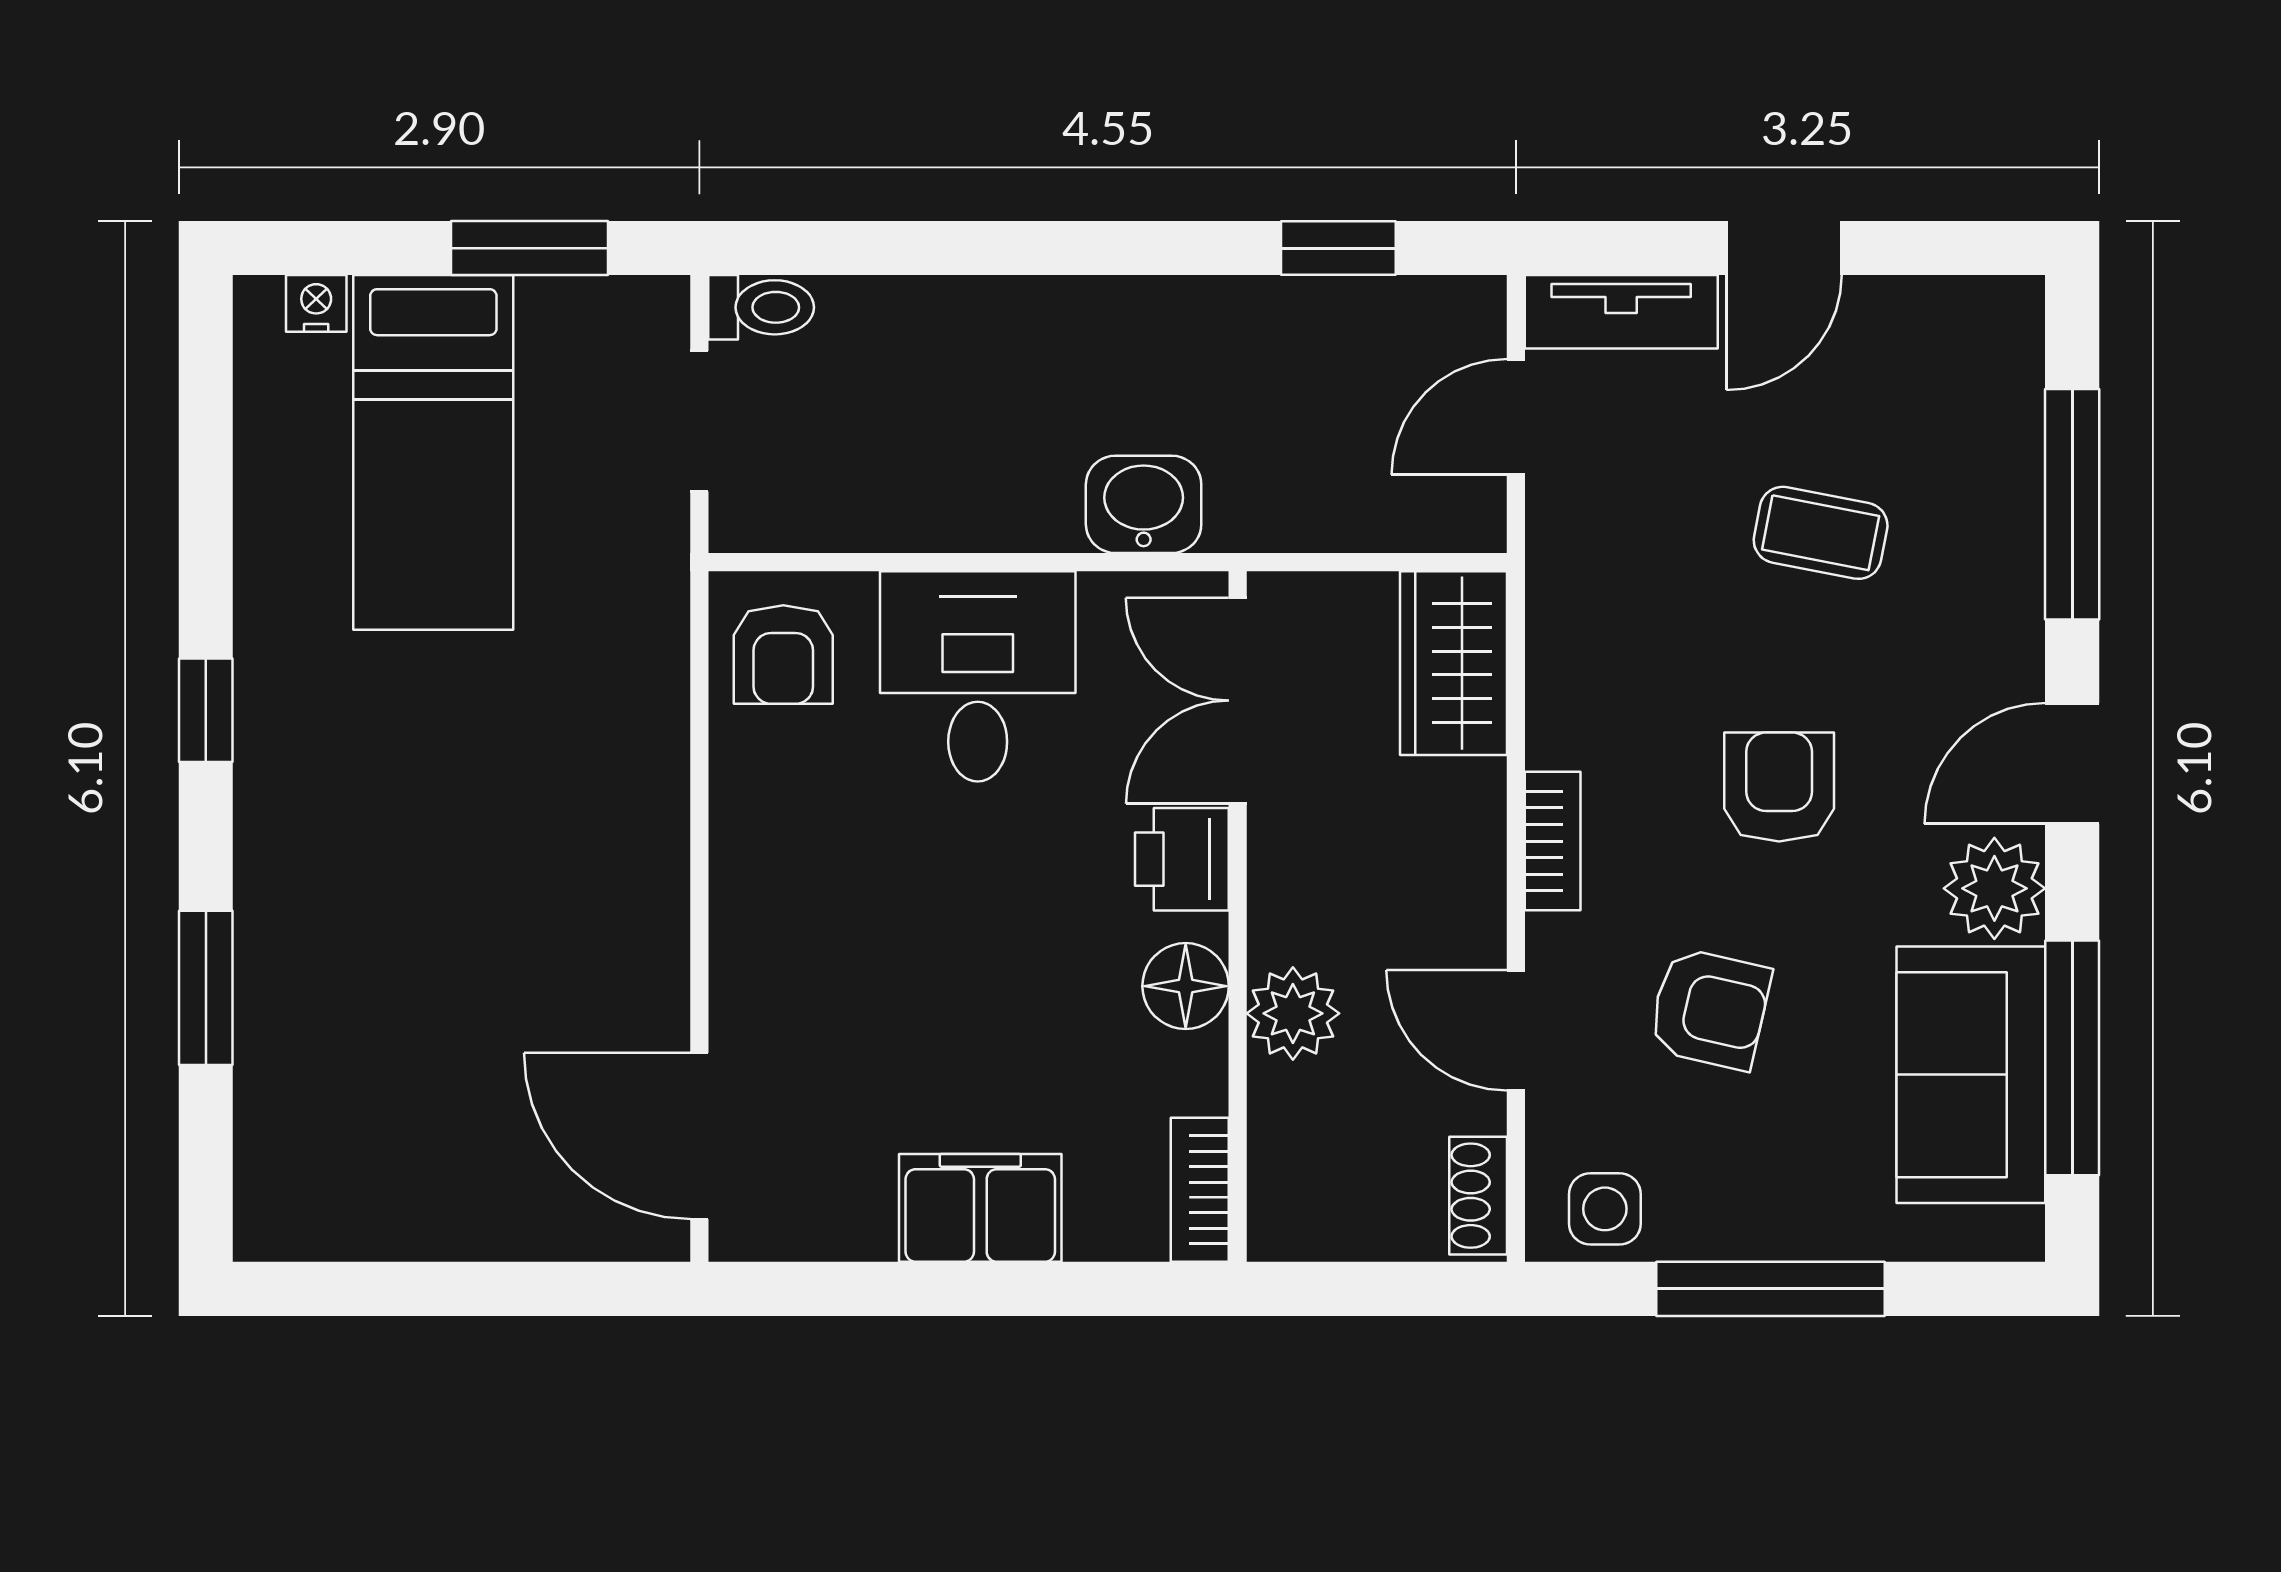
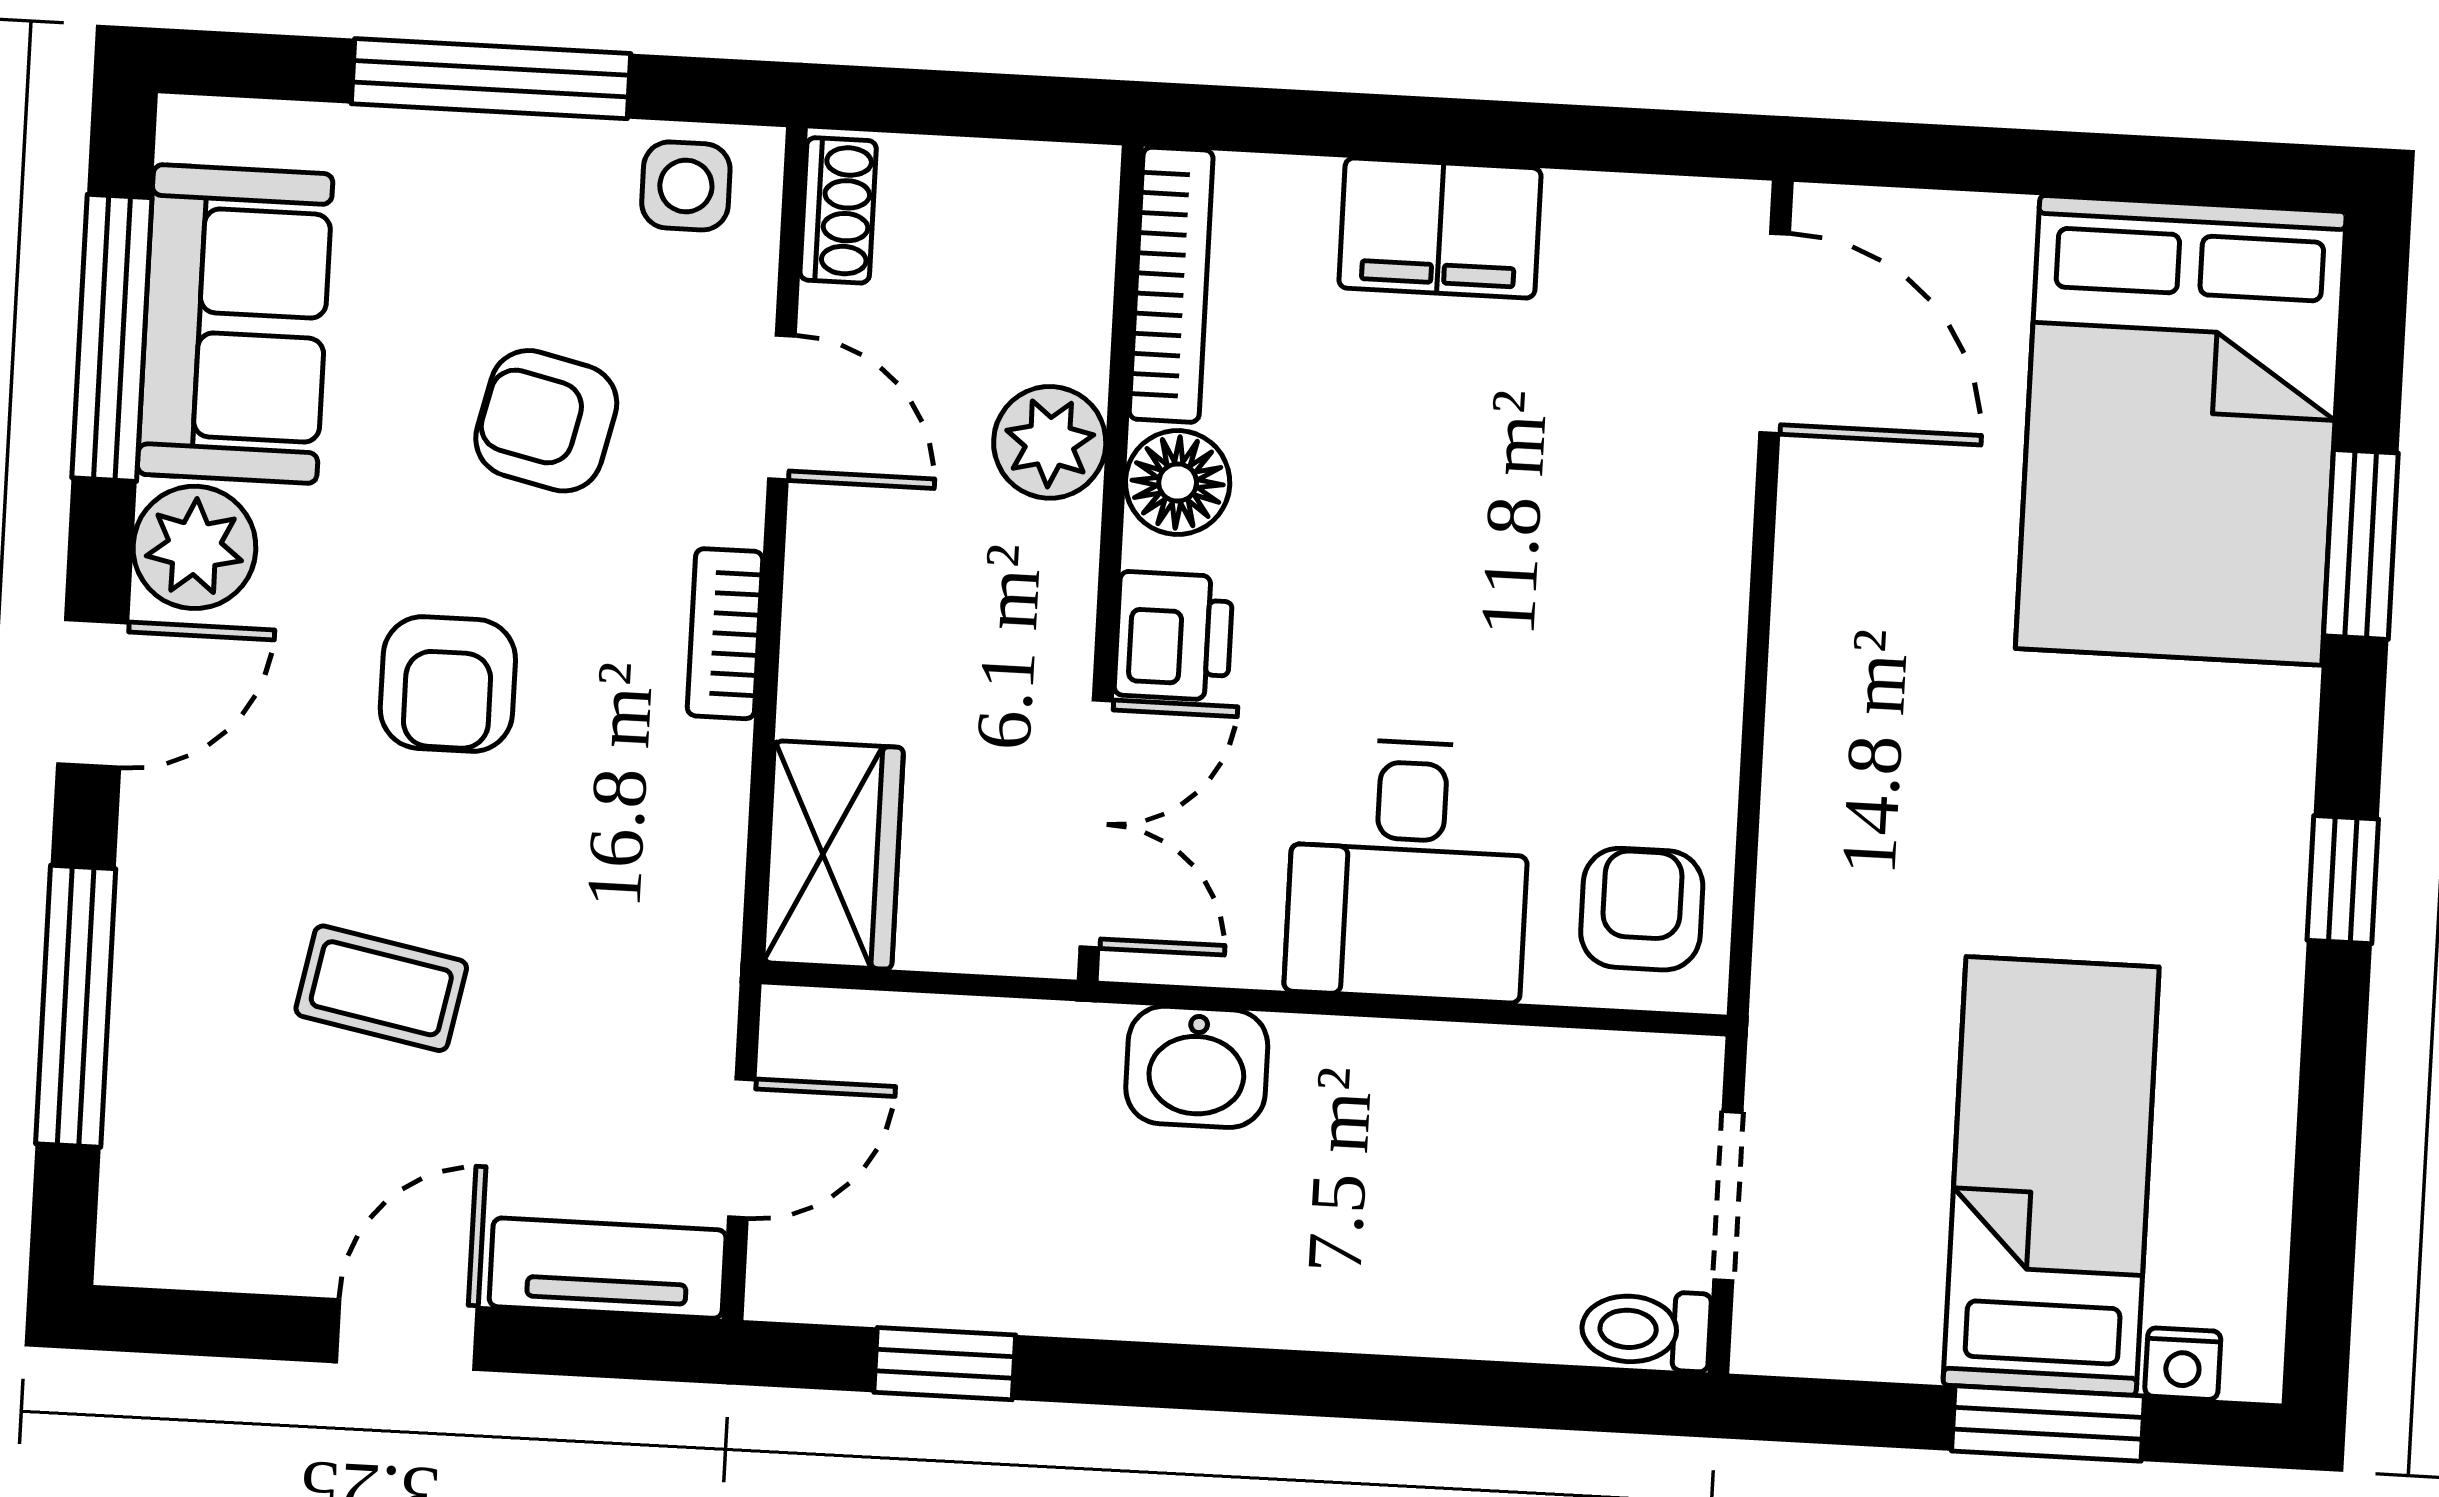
window: (530, 248) -> (2048, 1423), moved
bed: (359, 1074) -> (2181, 430), added
bookcase: (1200, 1190) -> (1171, 285), width x1.56

